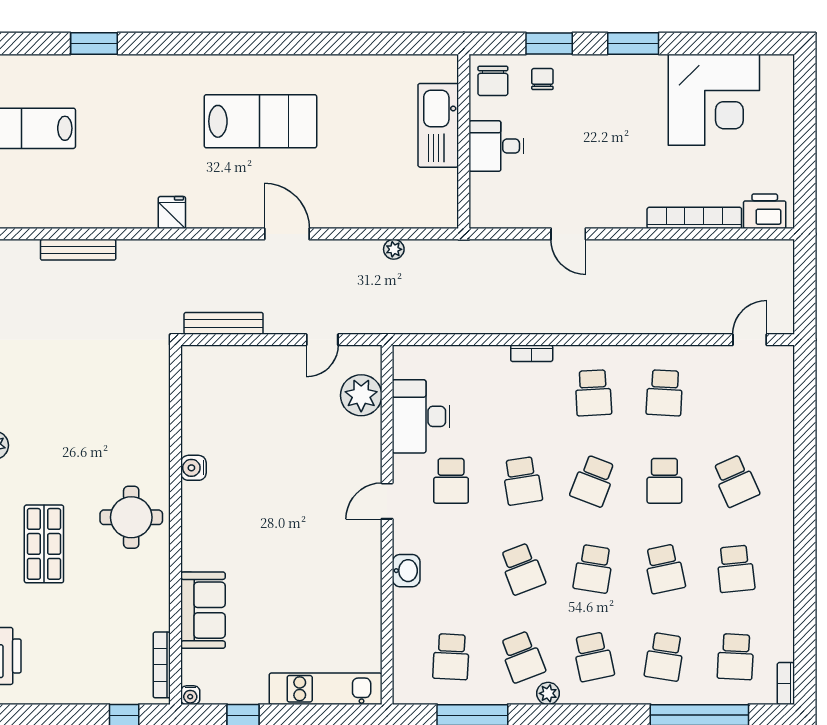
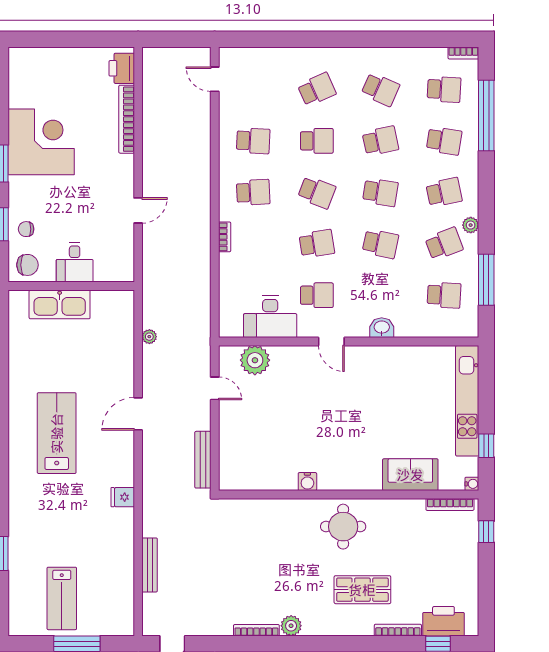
corner desk: (714, 100) -> (41, 142), moved
school desk: (522, 569) -> (380, 244), turned 33
school desk: (736, 569) -> (380, 89), turned 30
kitchen unit: (326, 689) -> (467, 401), width x1.36

